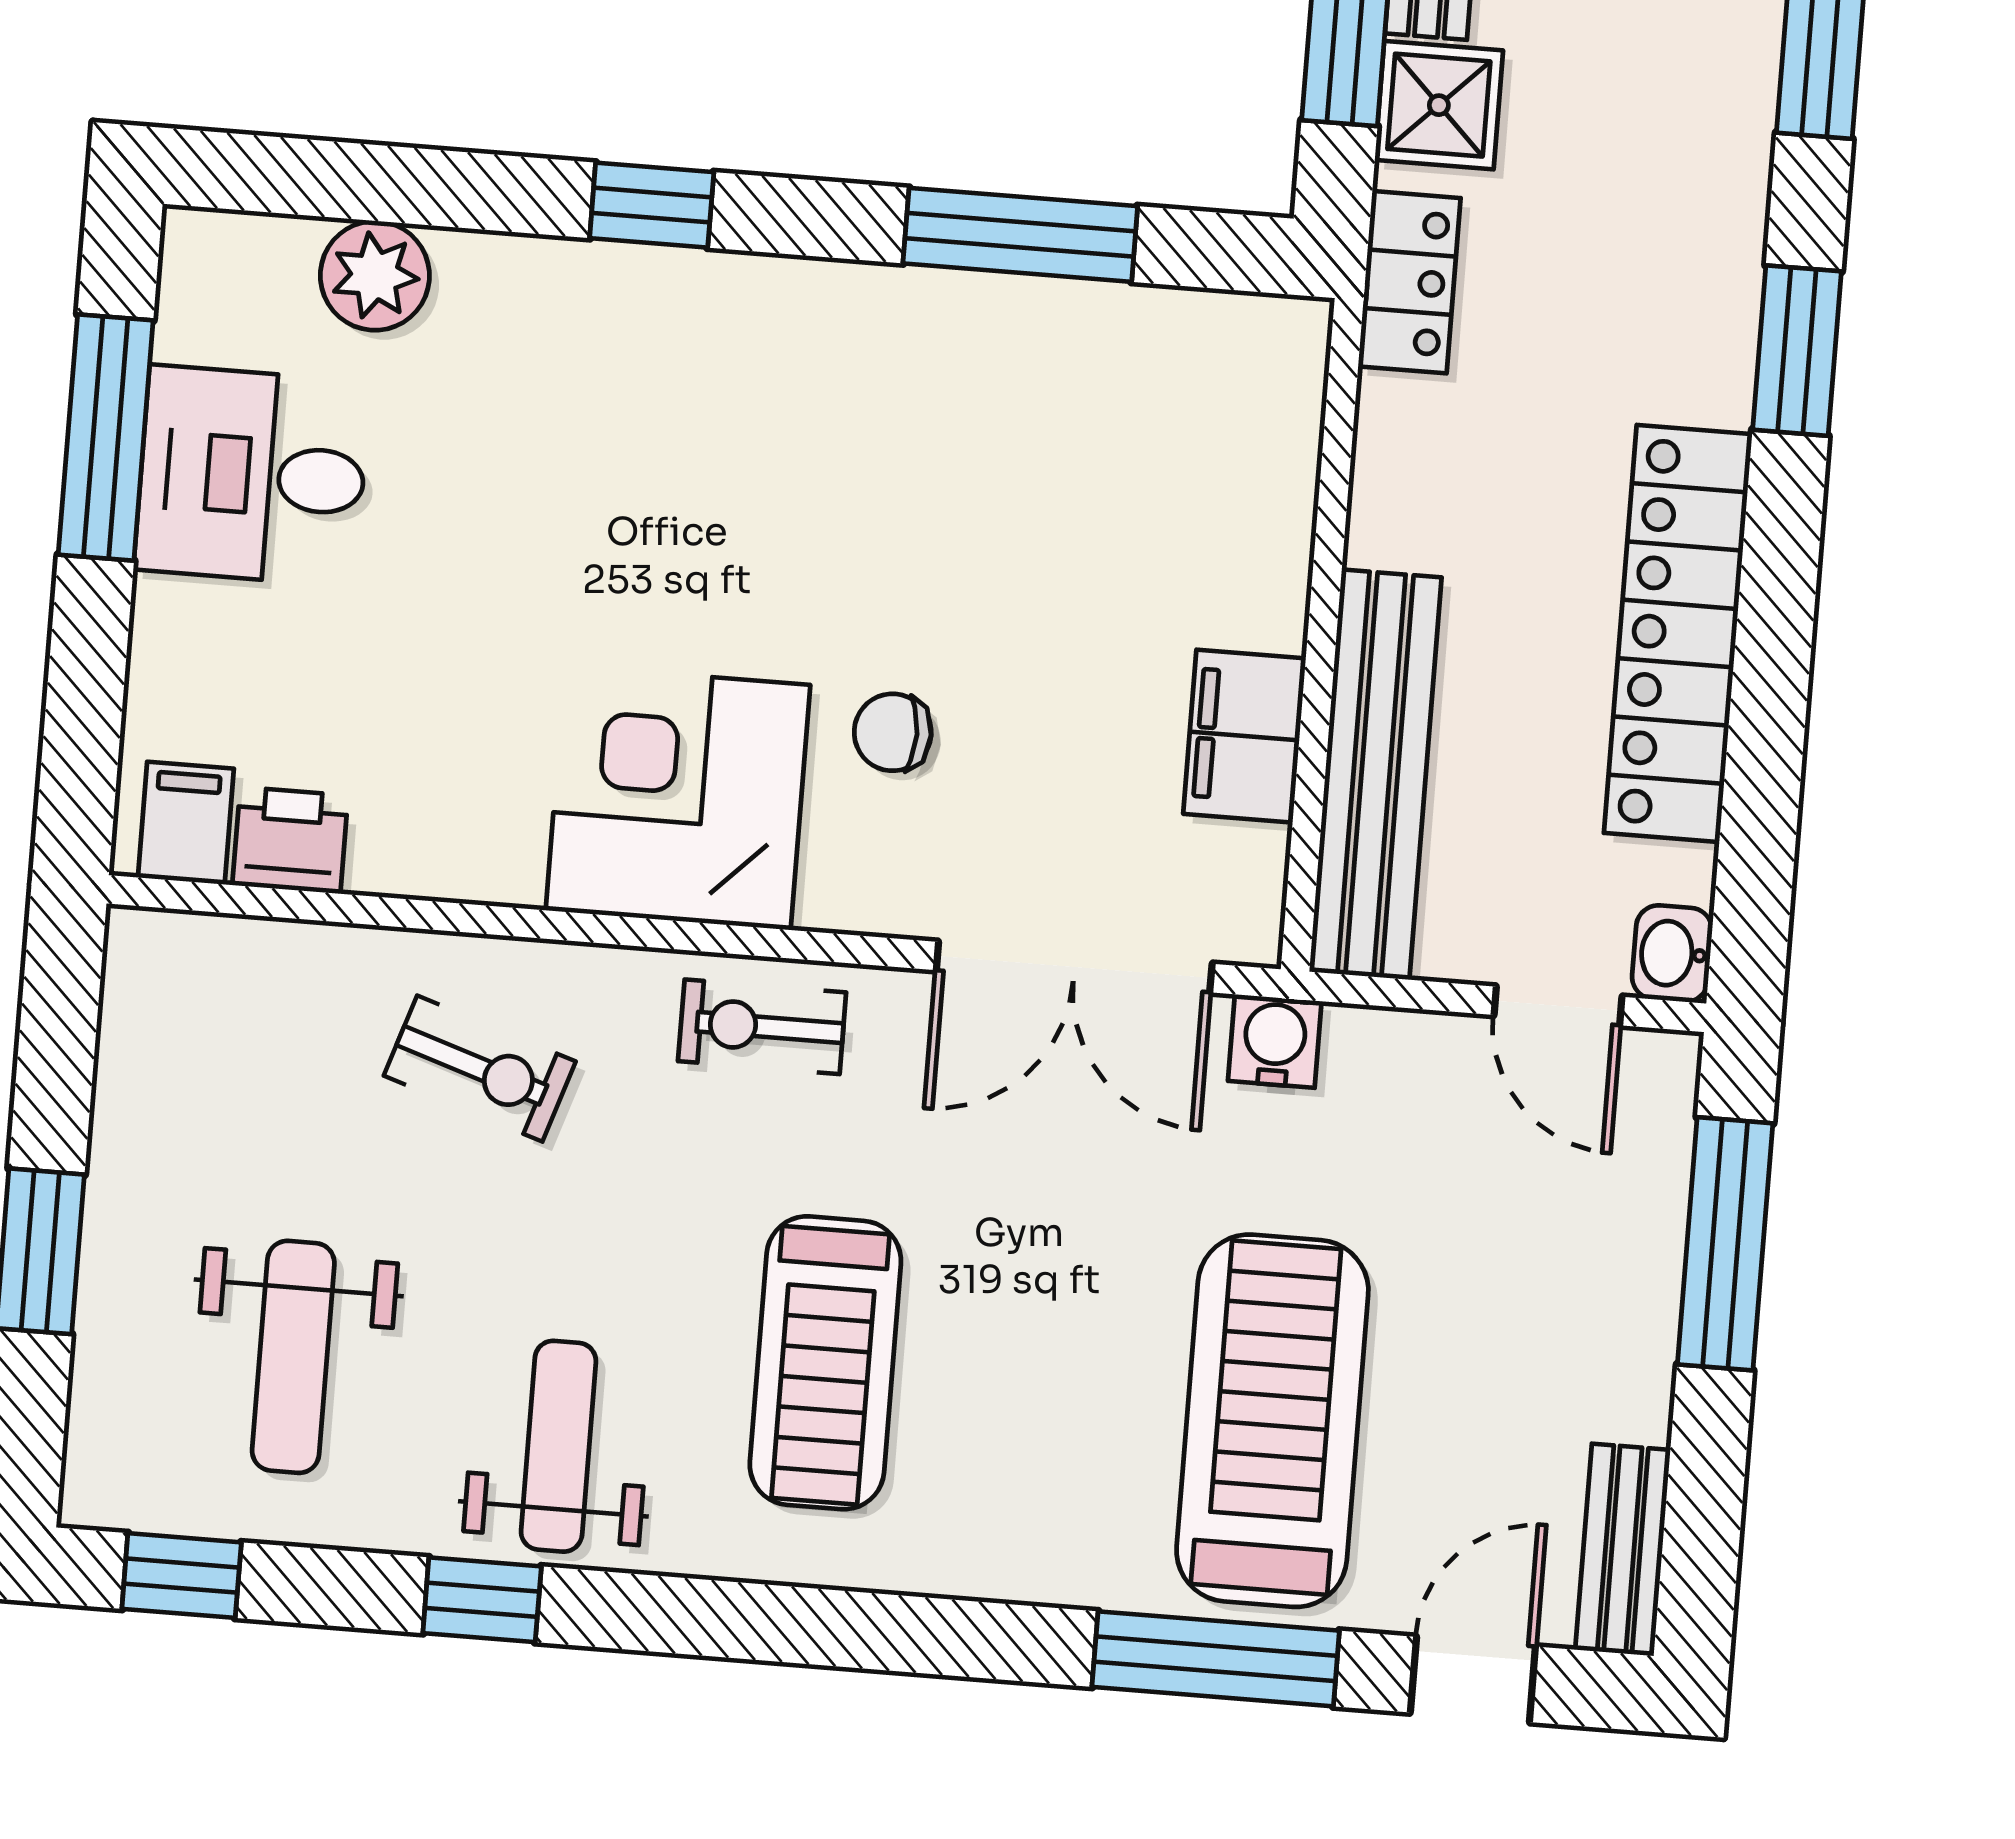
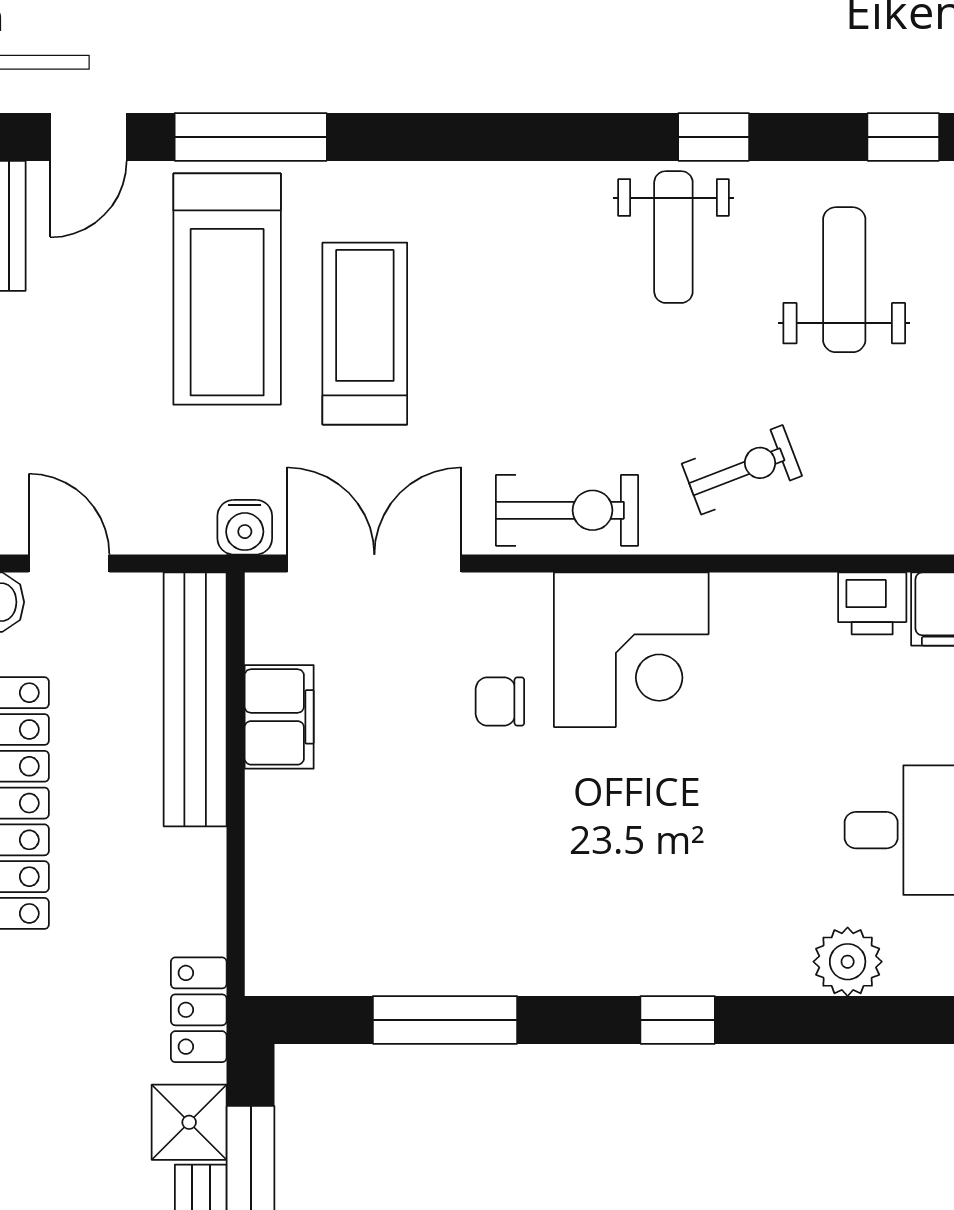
chair: (893, 732) -> (500, 702), turned 180
exercise bike: (762, 1027) -> (567, 510), width x1.38, depth x1.39
exercise bike: (480, 1069) -> (742, 470), turned 141
treadmill: (825, 1363) -> (365, 334), moved

